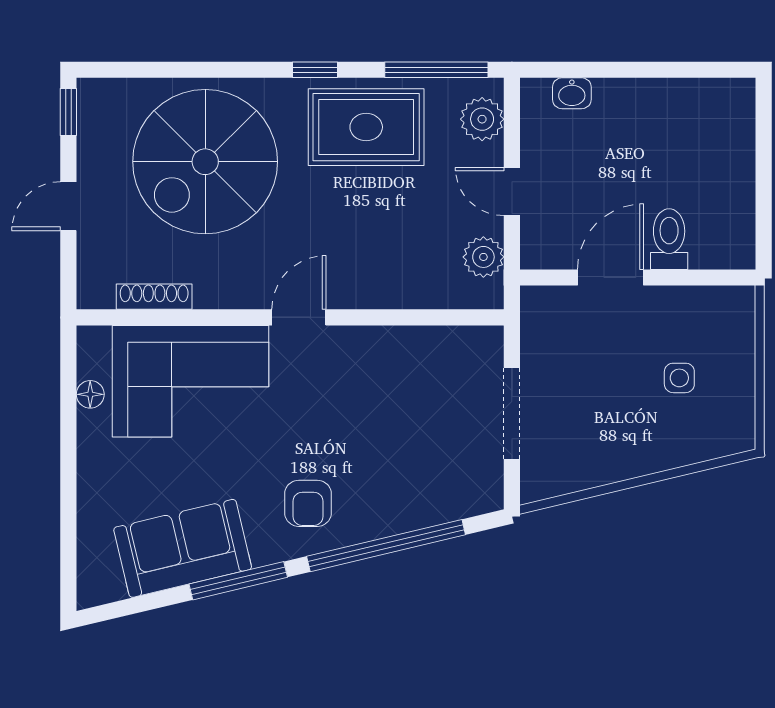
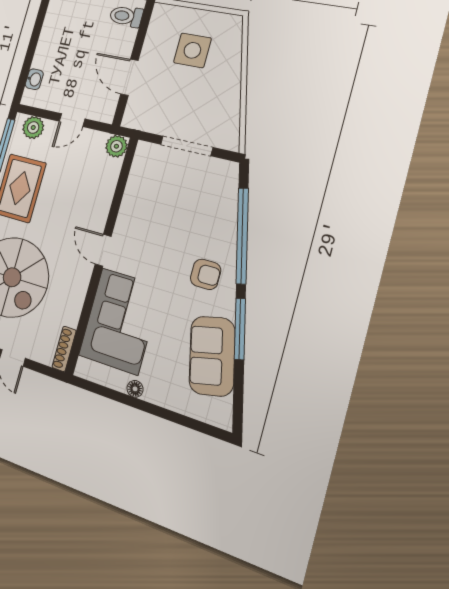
toilet: (669, 239) -> (126, 16), moved
plant: (483, 257) -> (116, 146), moved
shoe rack: (154, 297) -> (64, 349), moved
side table: (679, 378) -> (192, 50), width x1.87, depth x1.87
floor lamp: (90, 394) -> (135, 389), moved

